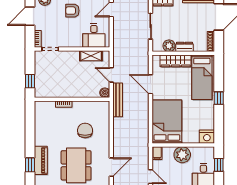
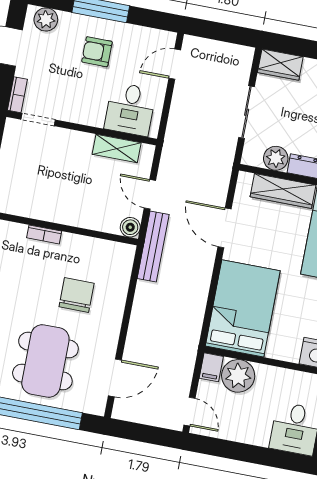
plant: (182, 155) -> (238, 376), moved

